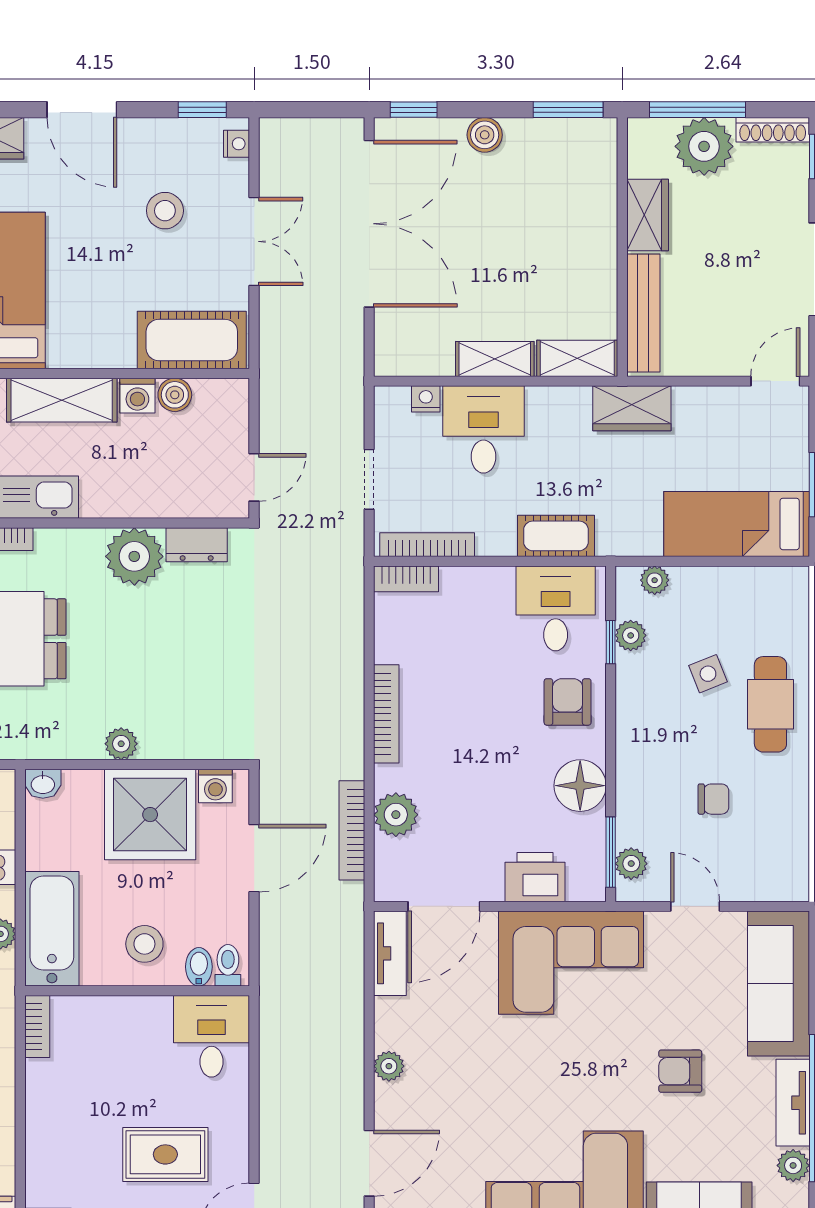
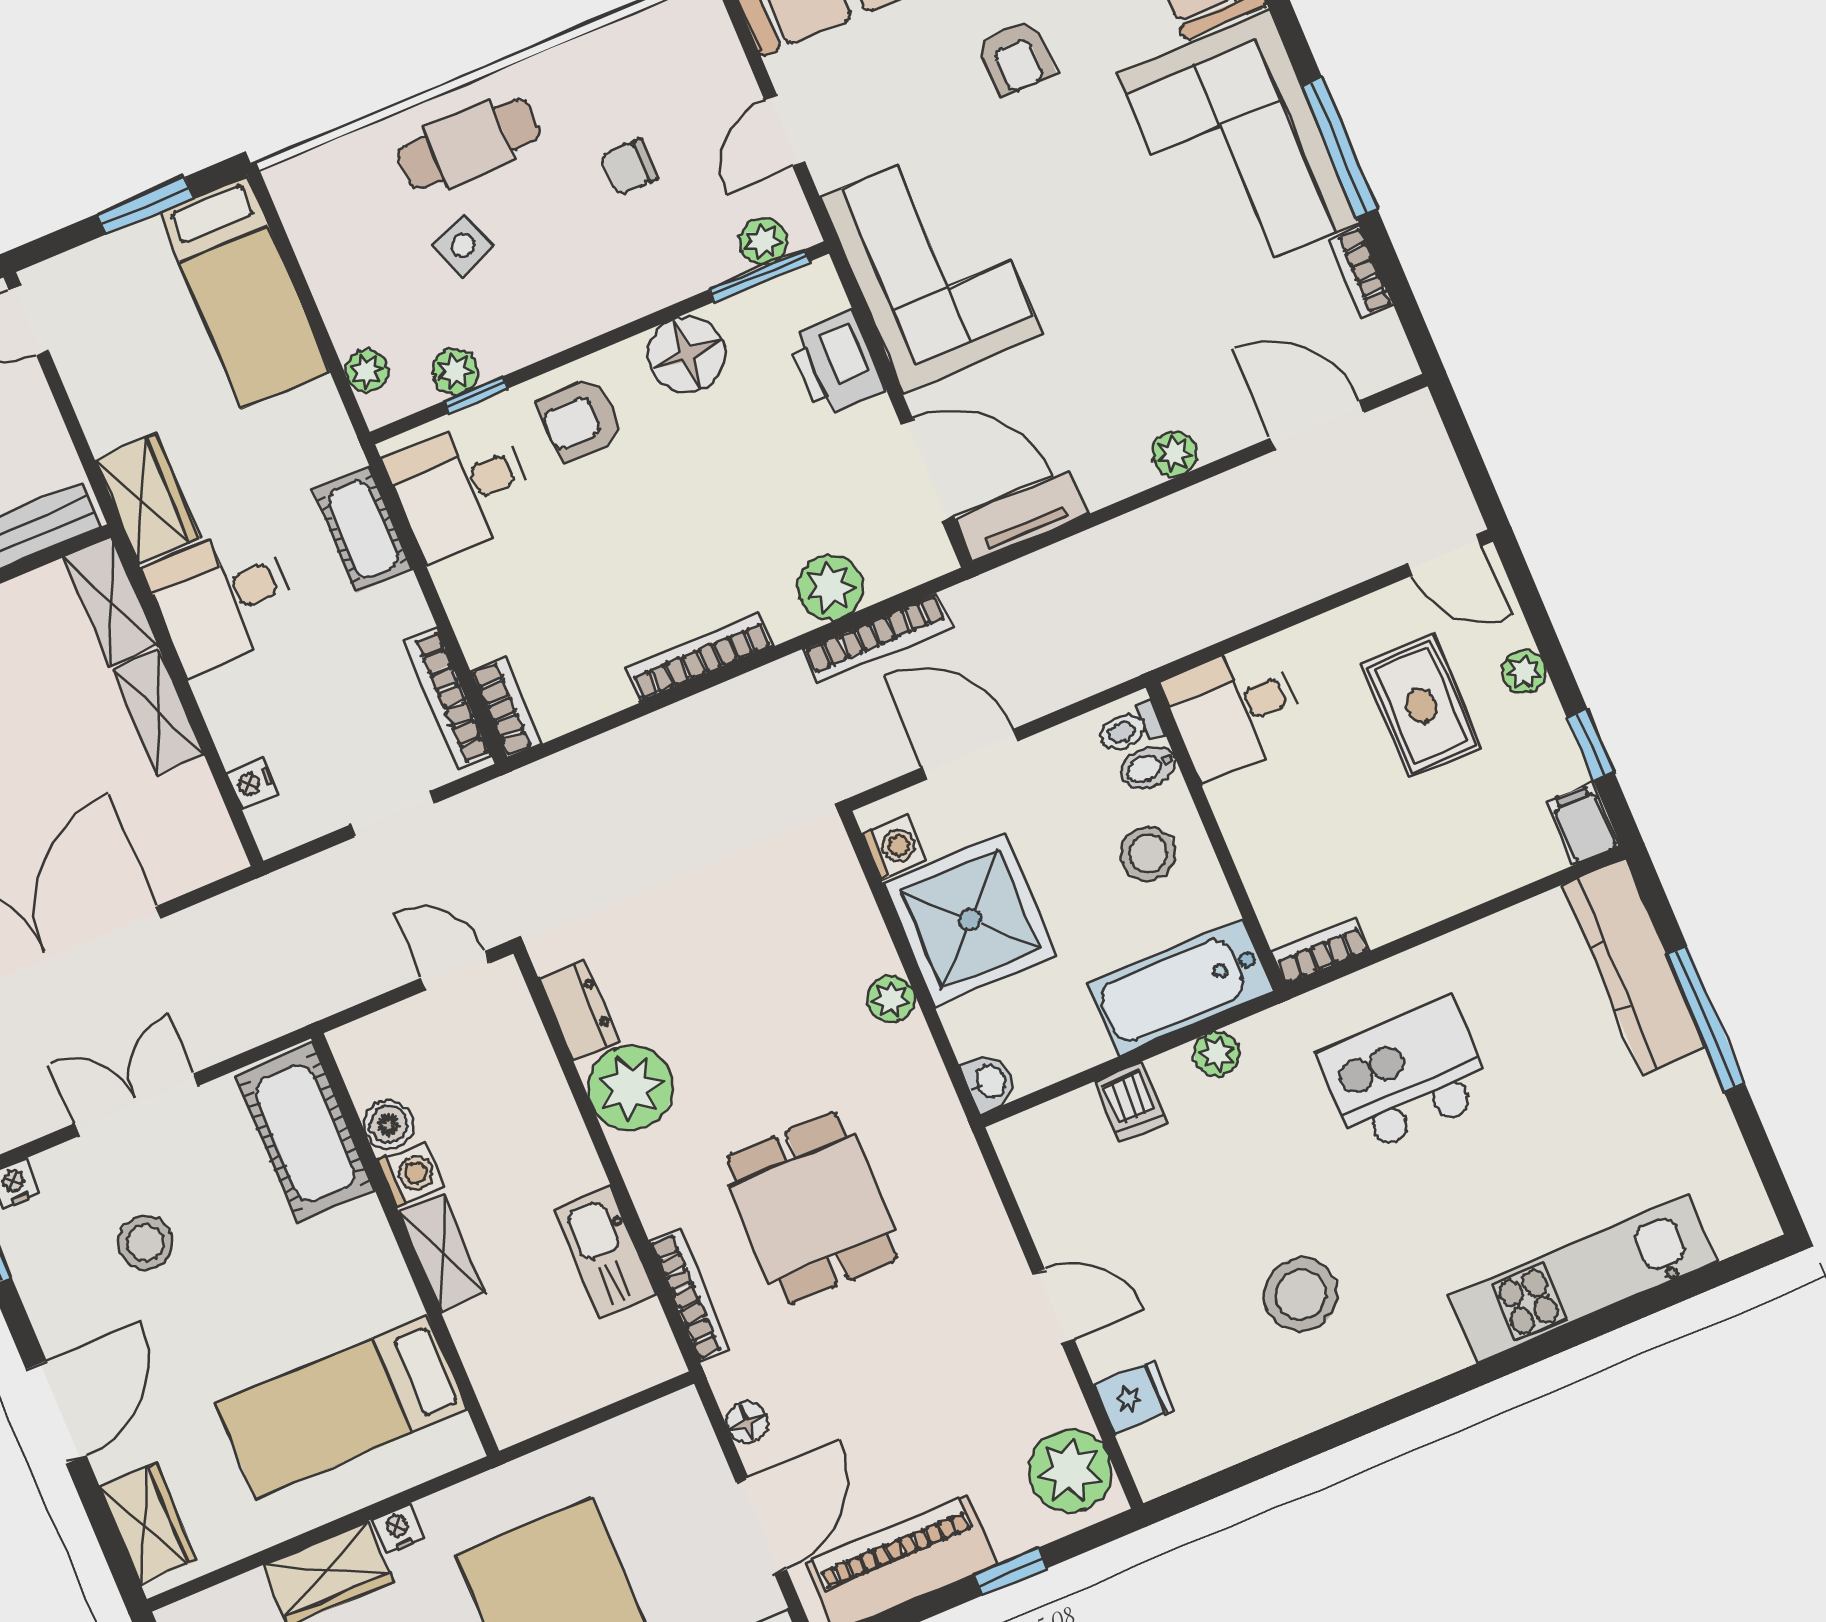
shelving: (62, 400) -> (442, 1253), width x0.67, depth x0.75
desk: (483, 429) -> (223, 599), moved
chair: (713, 799) -> (629, 167), turned -90

